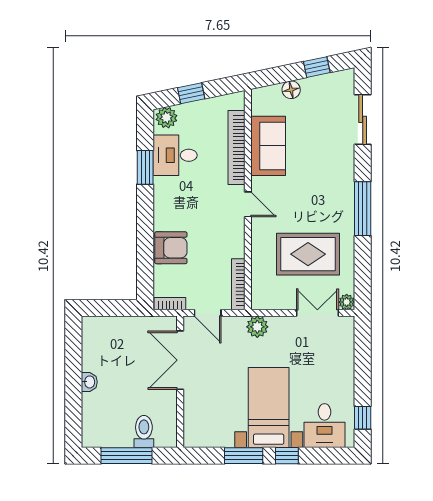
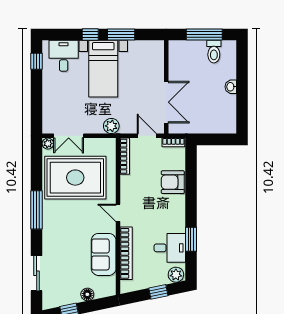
rug: (308, 254) -> (75, 178), width x1.37, depth x1.44
toilet: (144, 431) -> (214, 52), moved

